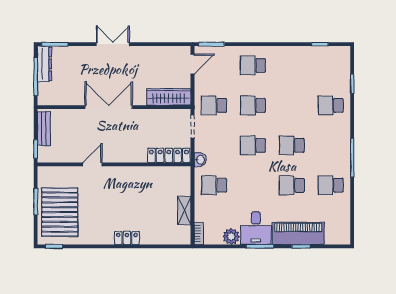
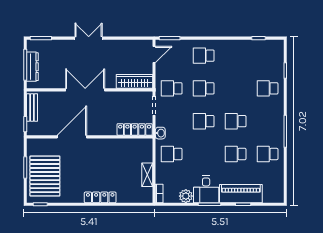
dresser: (44, 64) -> (32, 67), moved
door: (92, 164) -> (72, 137), width x1.88
locker: (127, 238) -> (100, 197), width x1.53

